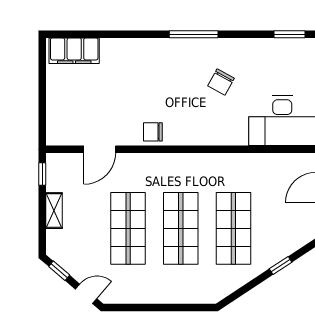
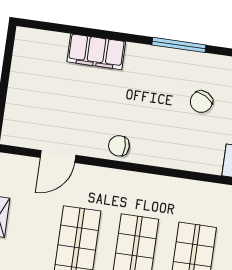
filing cabinet: (74, 51) -> (96, 52), moved

